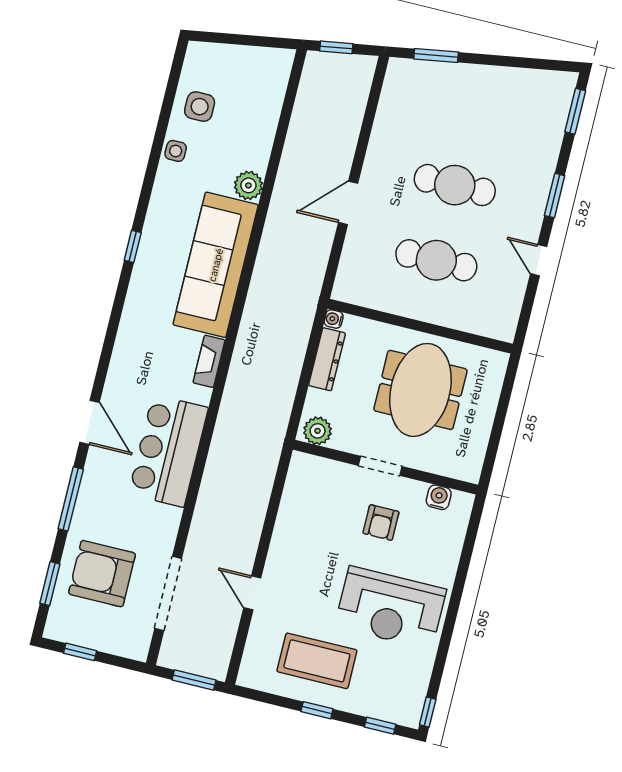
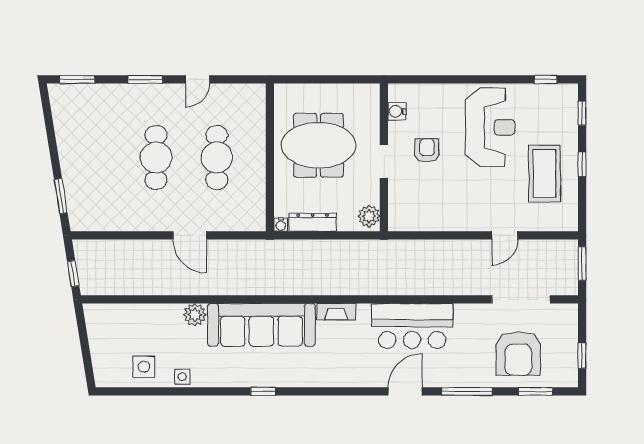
armchair: (381, 523) -> (427, 151), turned -90
window: (428, 712) -> (545, 79), moved

